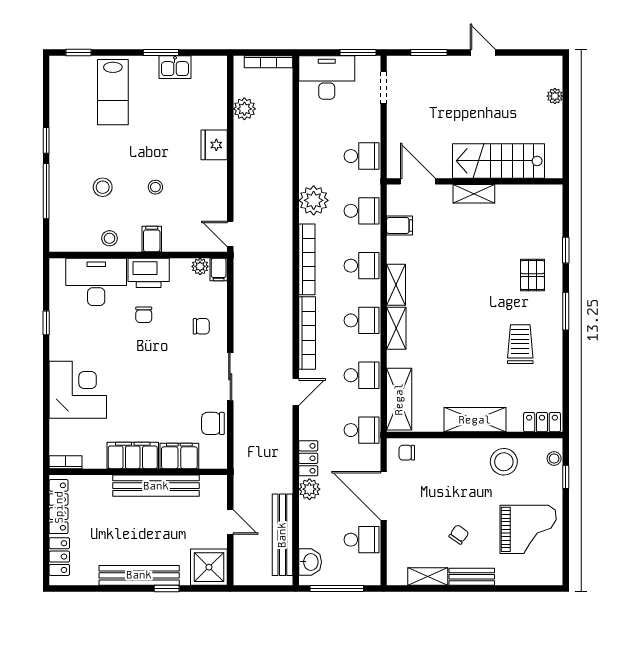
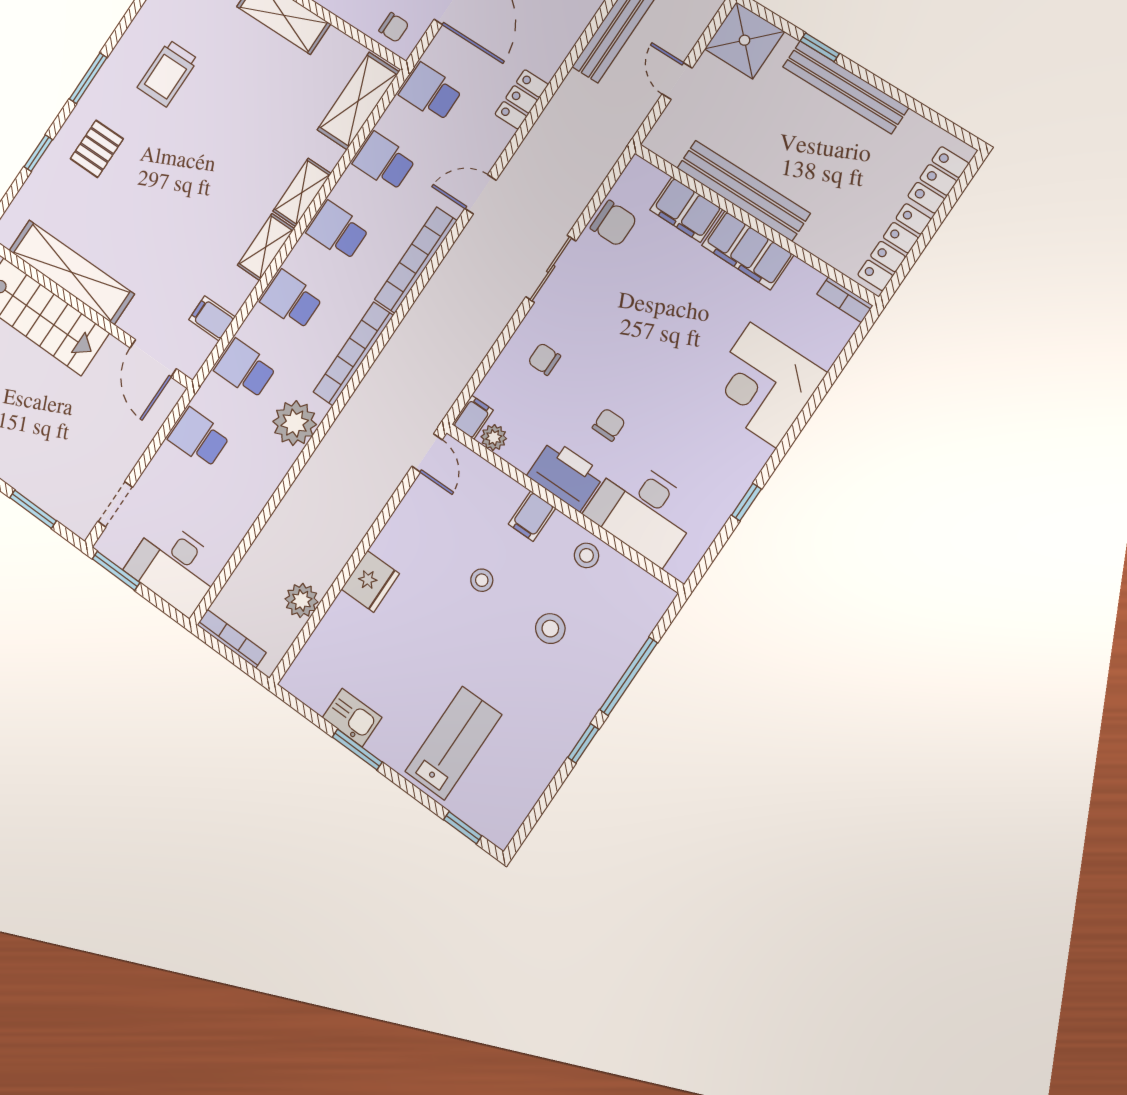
shelving: (474, 194) -> (71, 272), width x2.20, depth x1.33
plant: (309, 489) -> (547, 59), removed

